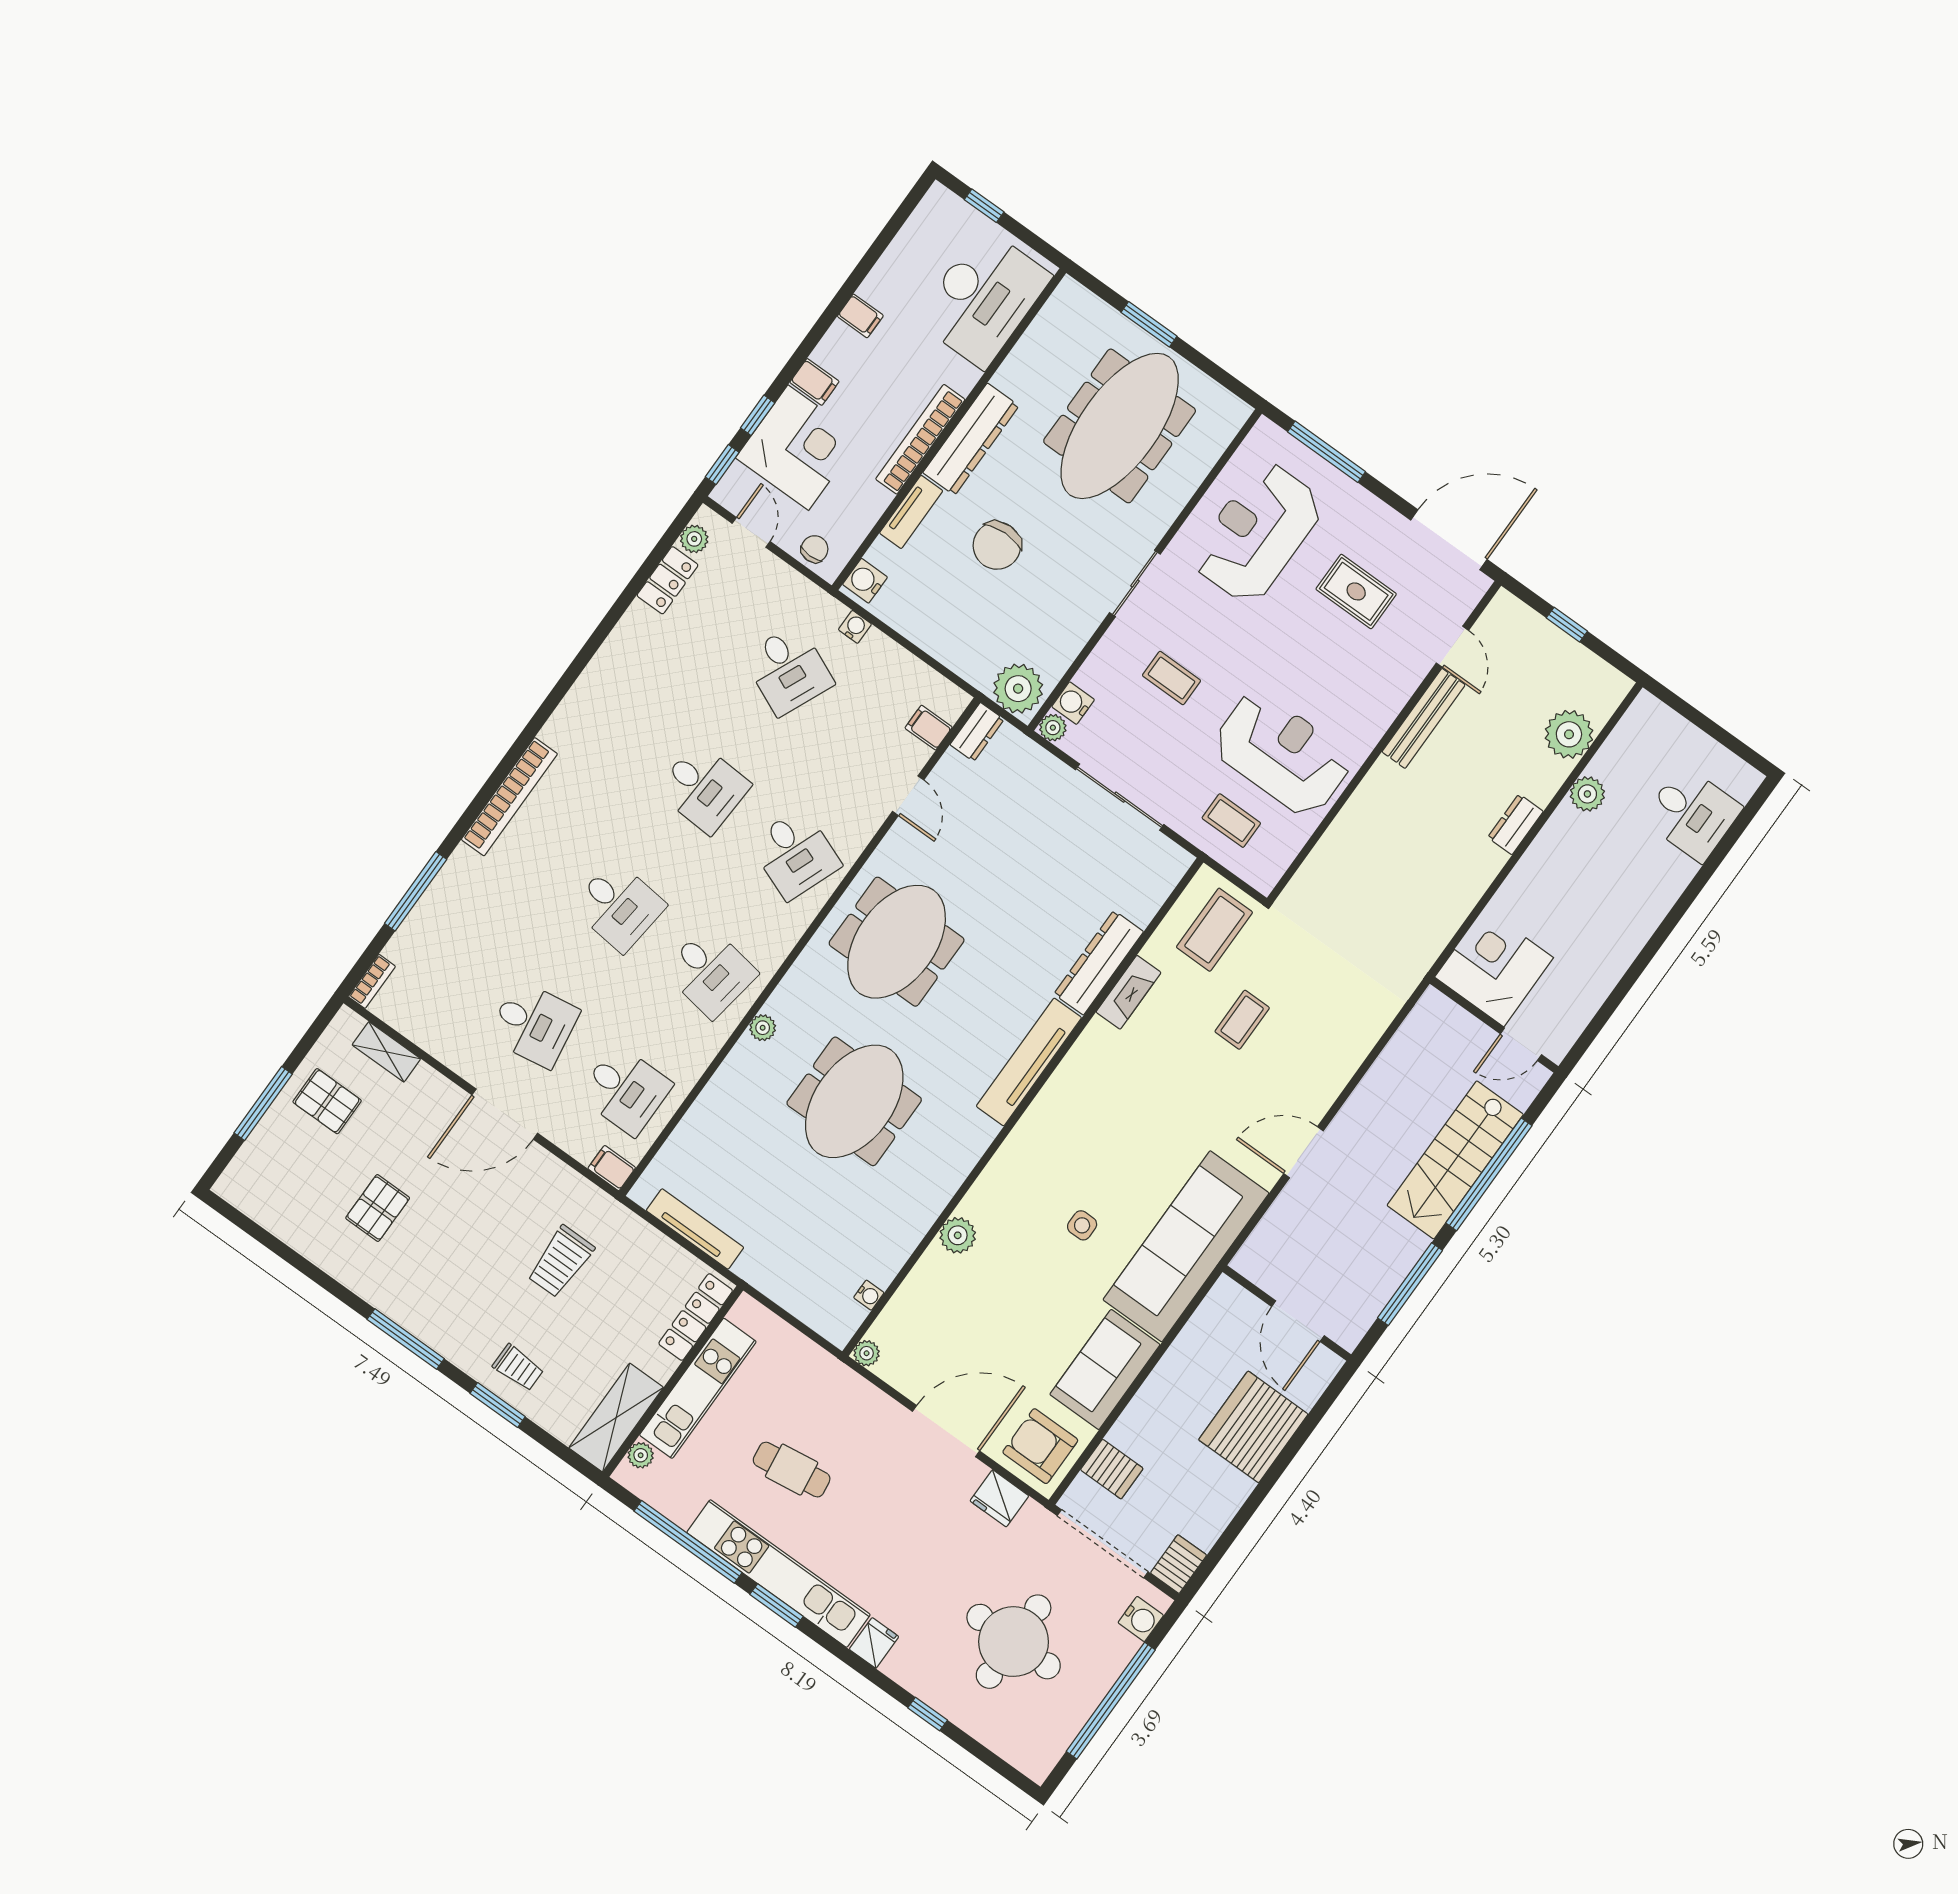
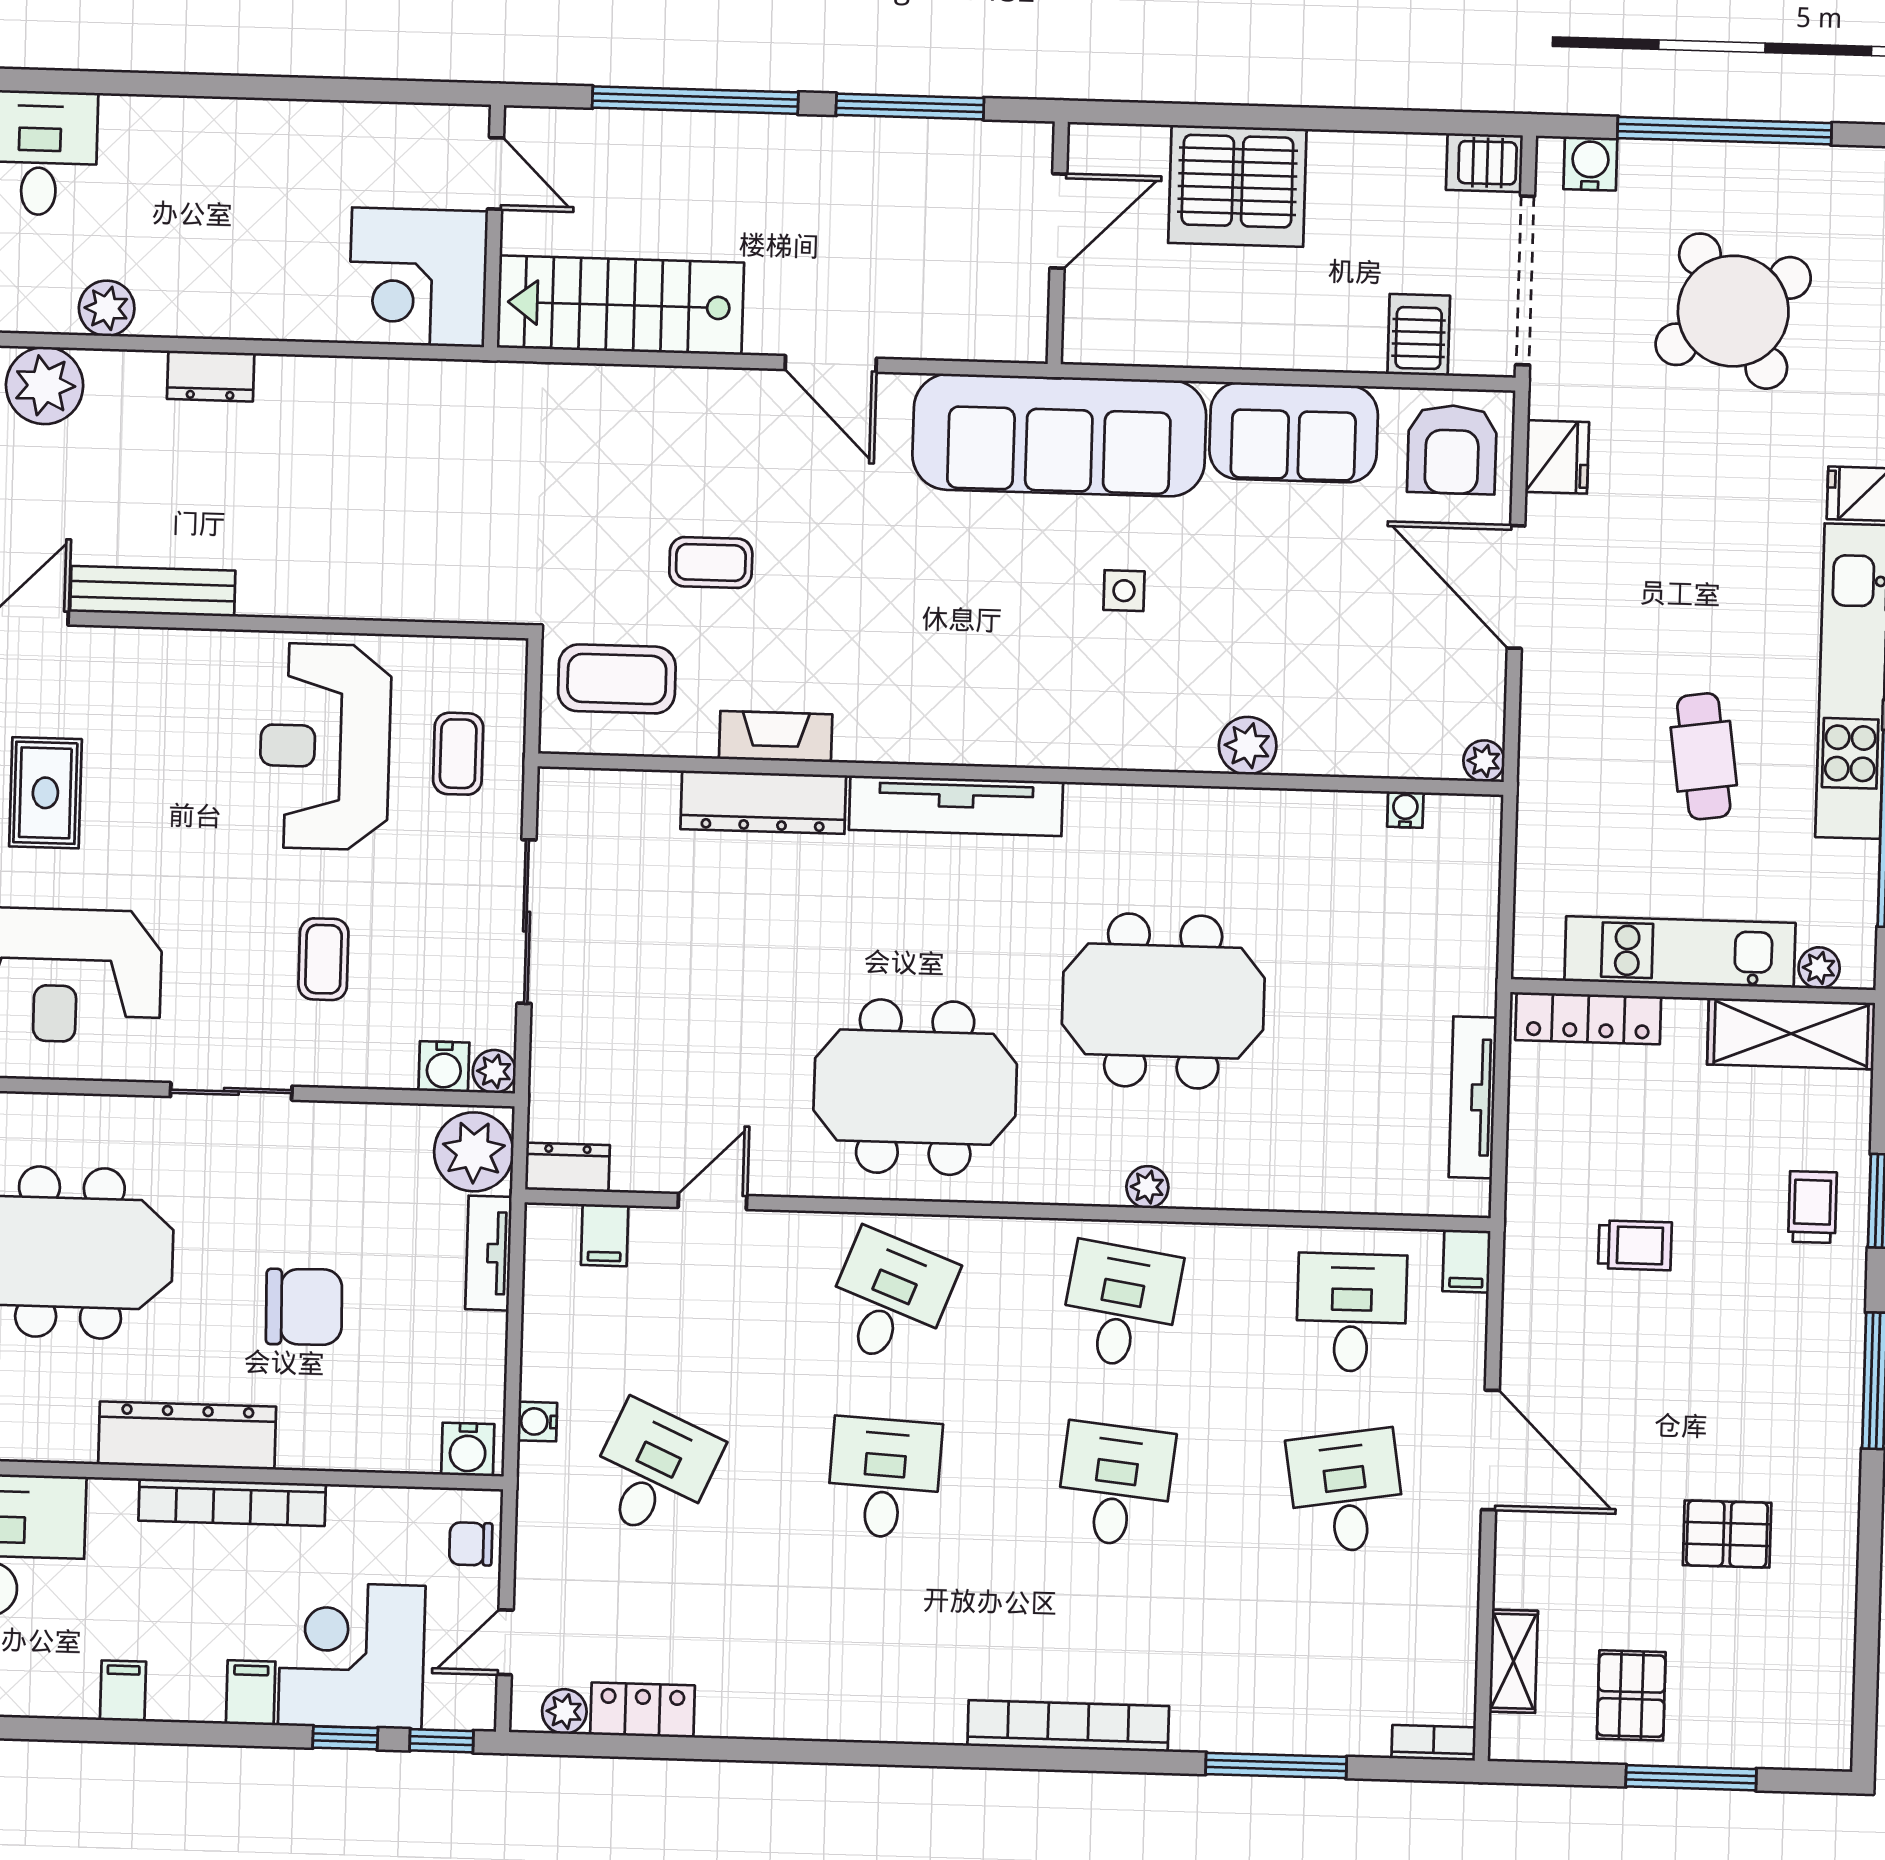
tv unit: (911, 512) -> (489, 1253), moved, turned -90
stairs: (1455, 1160) -> (620, 305), moved, turned 180
trolley: (561, 1262) -> (1635, 1245), width x0.73, depth x0.72
round table: (1014, 1642) -> (1733, 311), turned -32

